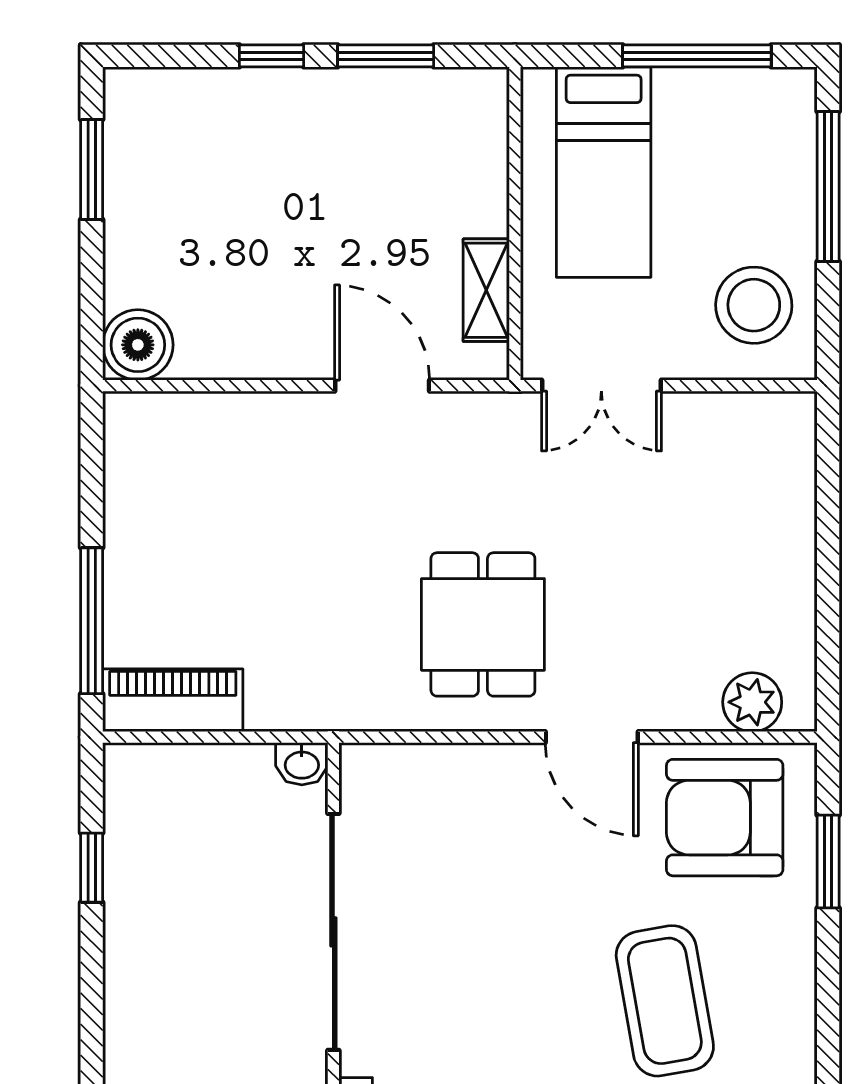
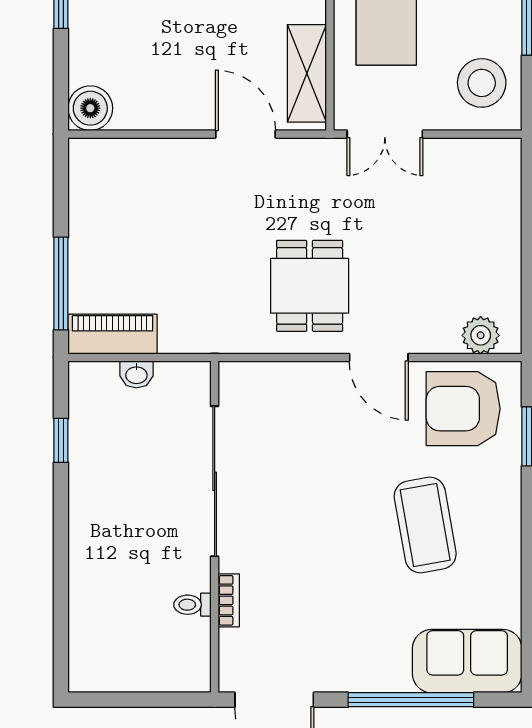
shelving: (486, 290) -> (307, 73), width x1.50, depth x1.33
washbasin: (302, 764) -> (136, 374), moved

